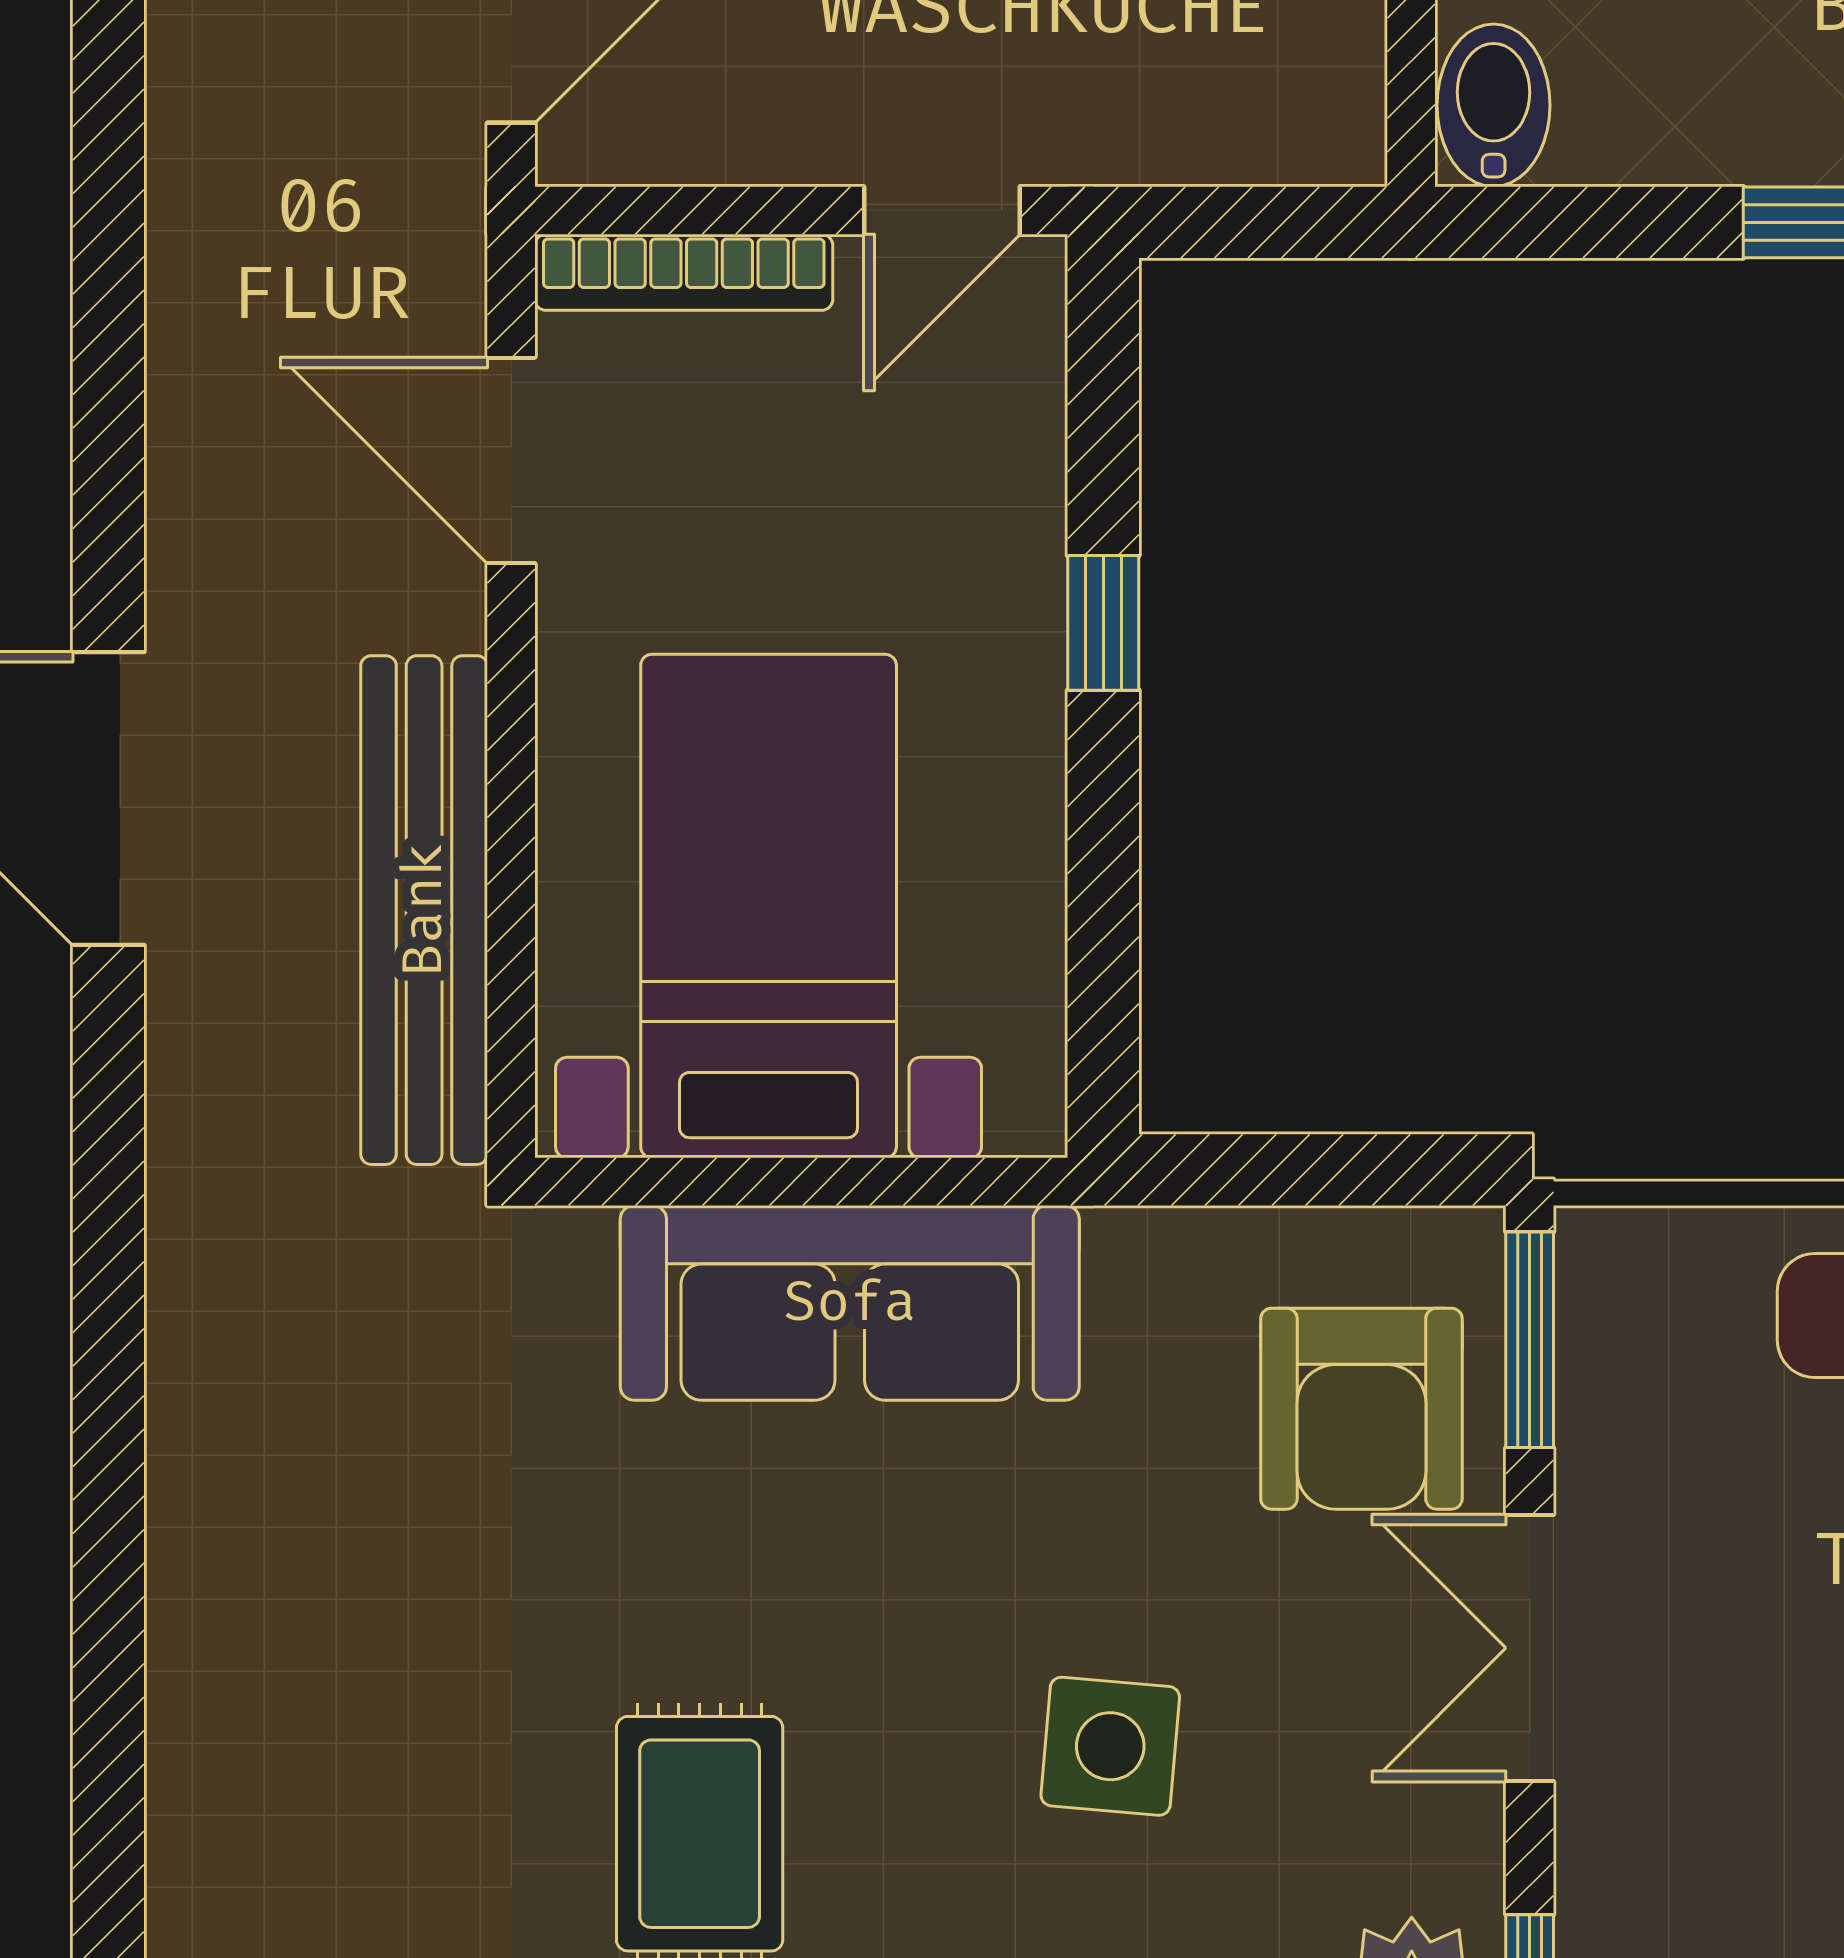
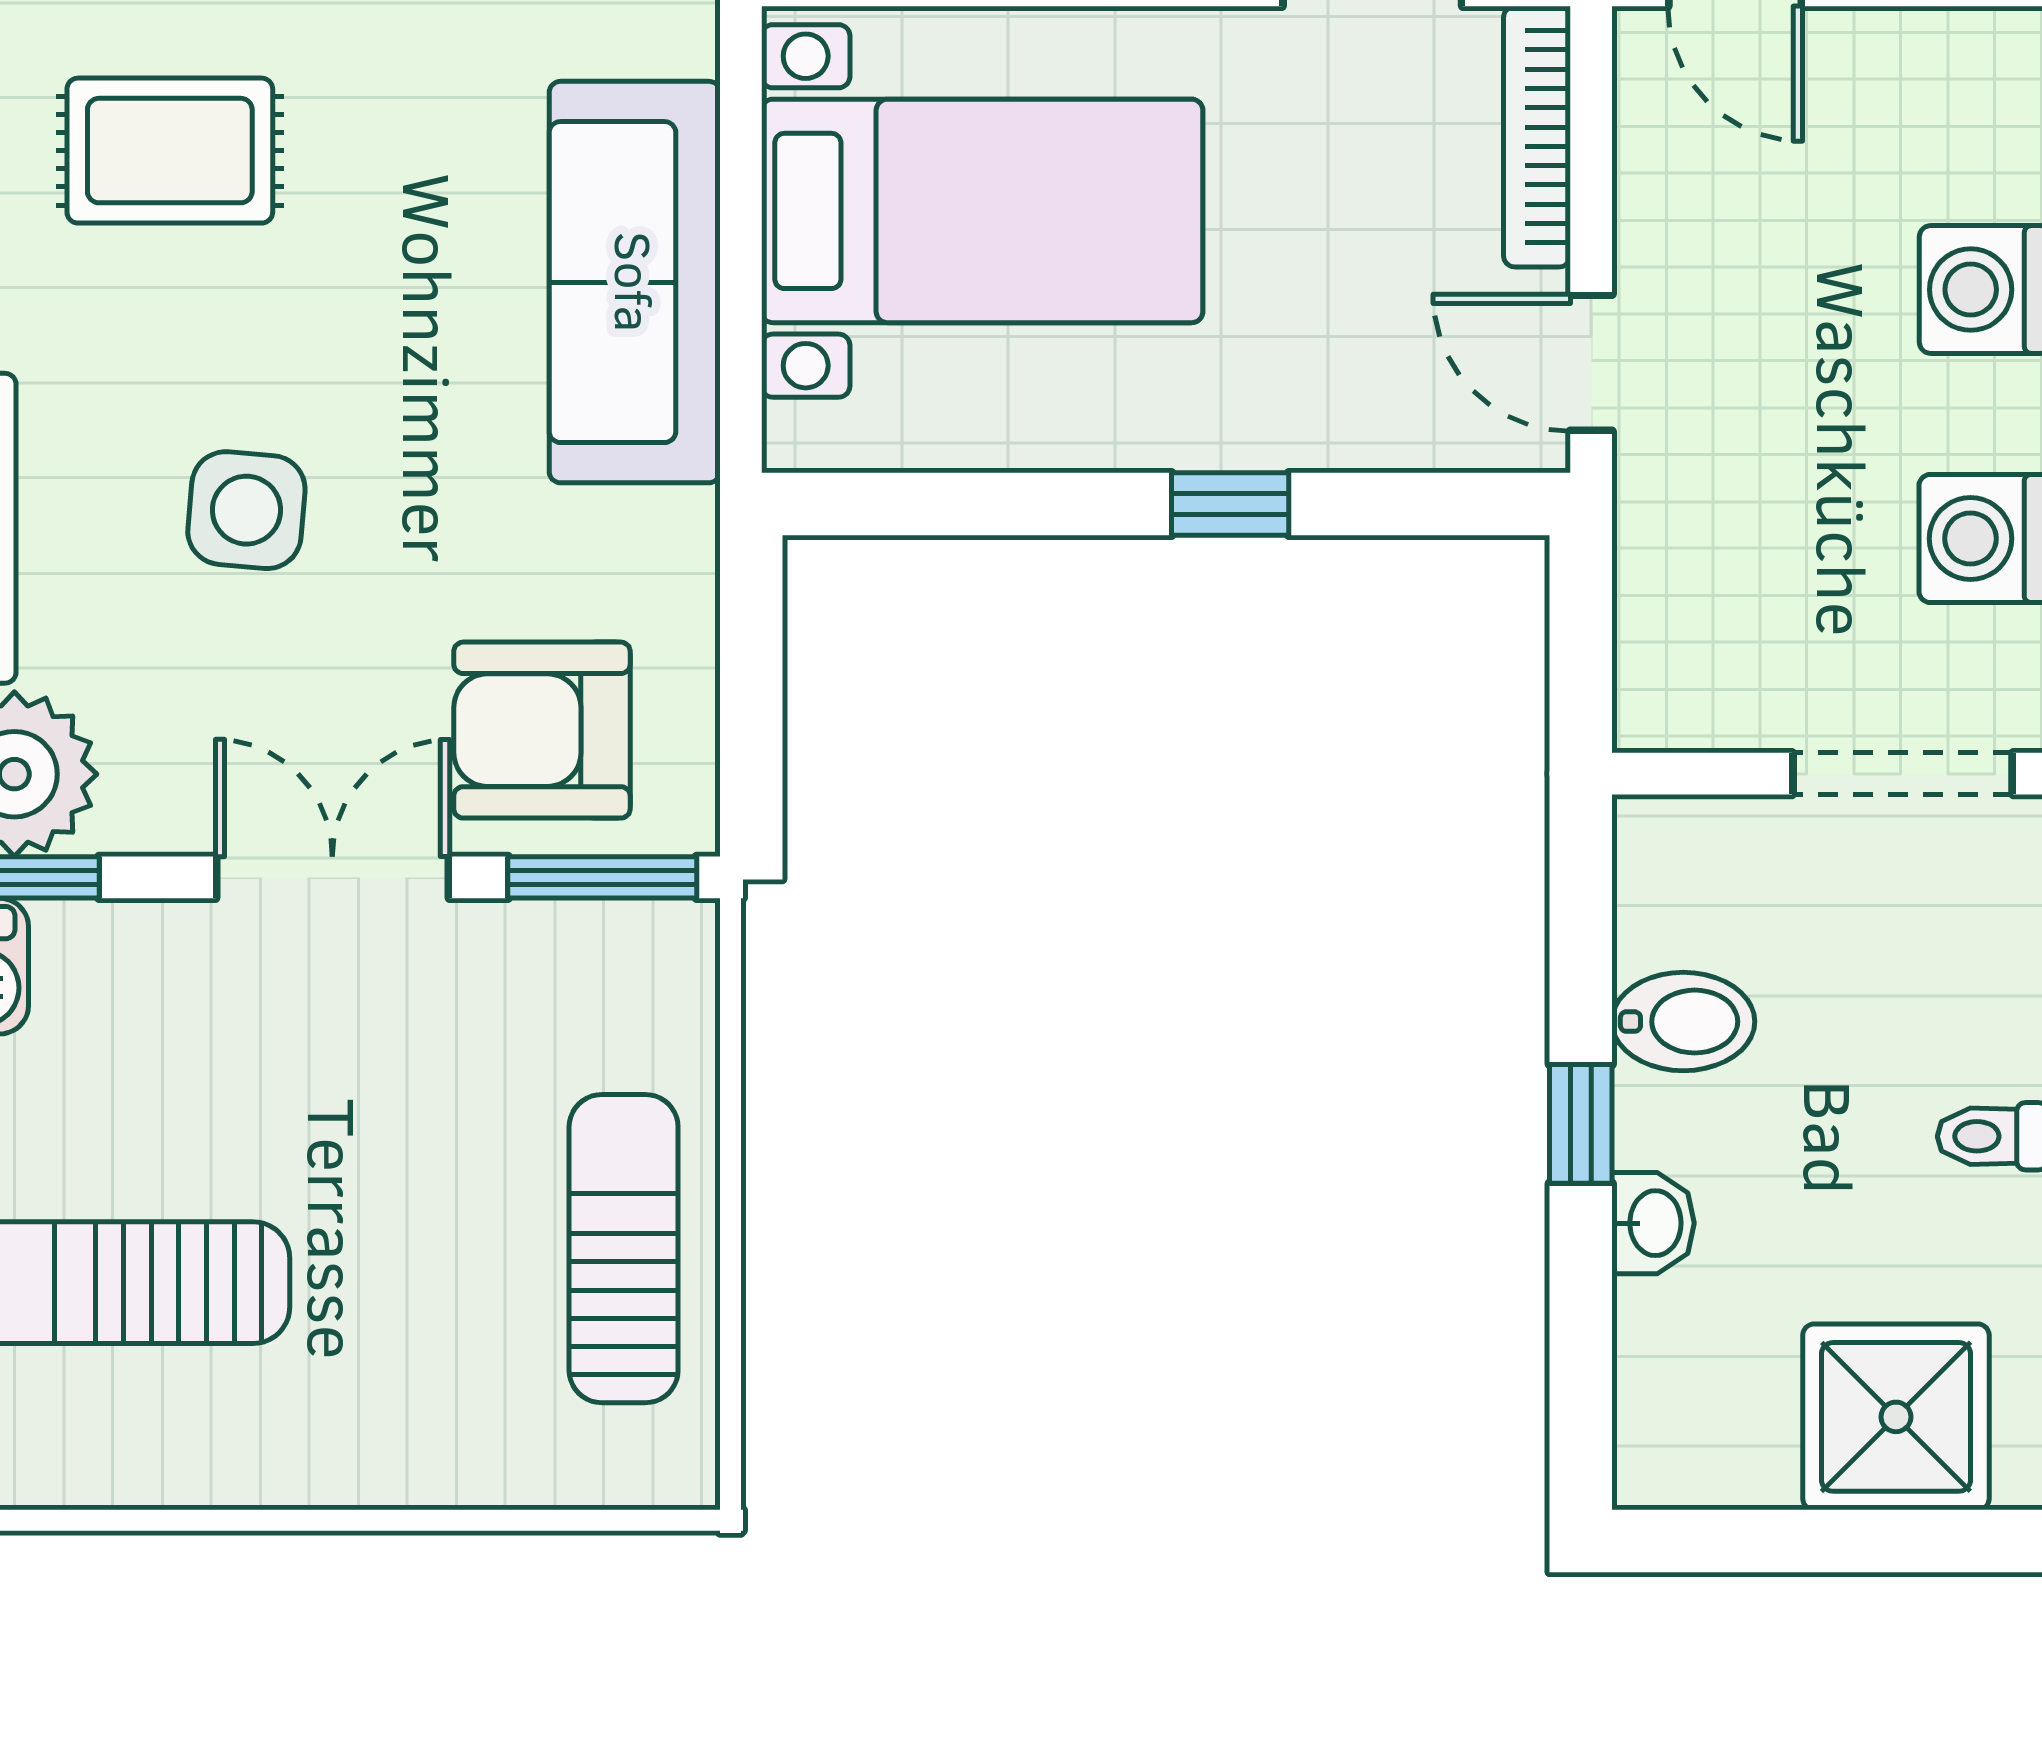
bidet: (1494, 105) -> (1683, 1022), moved

